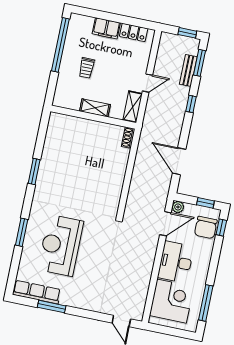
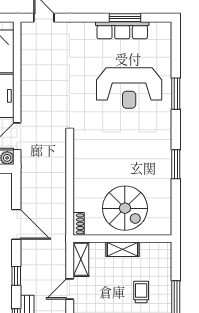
spiral stairs: (86, 143) -> (125, 208), added
door: (179, 161) -> (16, 224), moved
reception desk: (61, 245) -> (129, 88), turned 90
row of seats: (37, 292) -> (122, 30), moved

